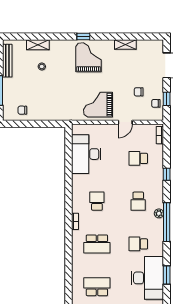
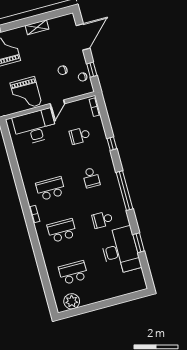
grand piano: (98, 105) -> (26, 94), turned -90
desk: (86, 154) -> (35, 127), moved, turned 90
school desk: (97, 201) -> (51, 189), width x1.85
plant: (159, 213) -> (115, 184), removed
school desk: (97, 244) -> (62, 231), turned 180

